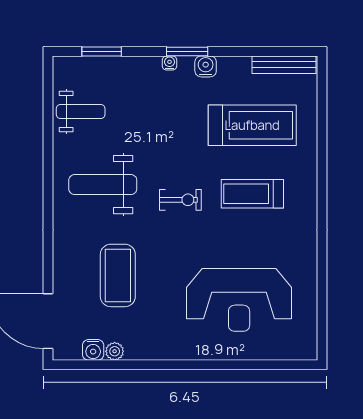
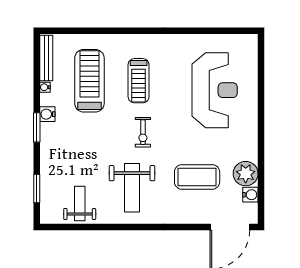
water cooler: (170, 63) -> (45, 87), moved
exercise bike: (180, 200) -> (143, 132), turned 180
plant: (115, 351) -> (246, 174), width x1.88, depth x1.88

